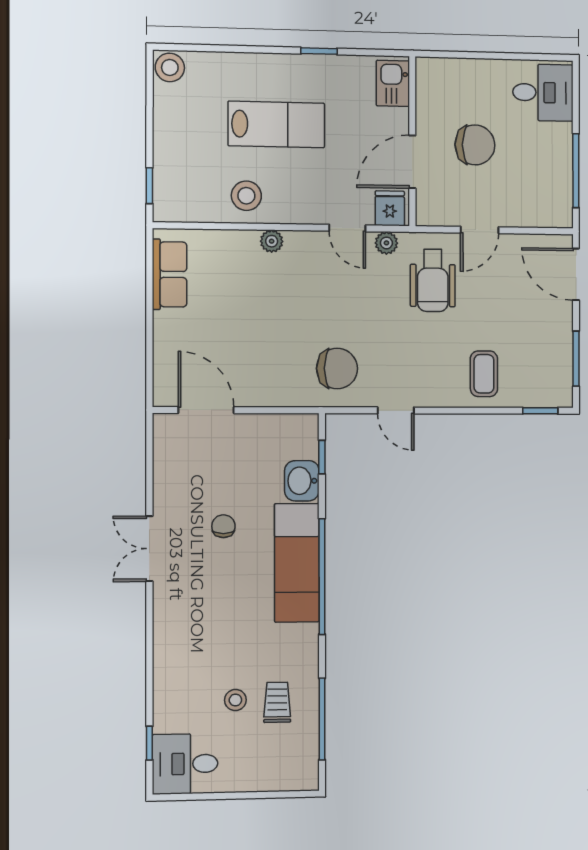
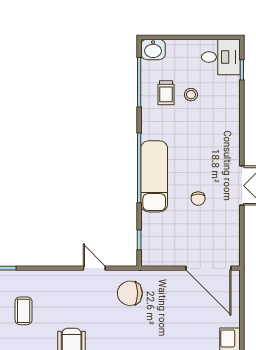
coffee table: (484, 374) -> (24, 311), moved
door: (206, 410) -> (208, 268), width x1.36
washbasin: (302, 481) -> (153, 49), moved, turned 90

